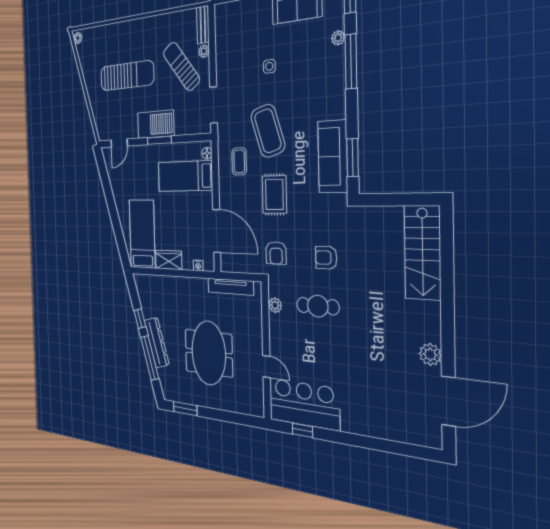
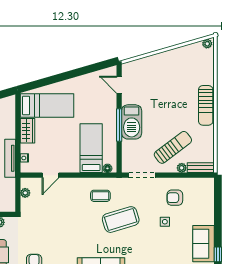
sun lounger: (127, 76) -> (206, 105), moved, width x0.73, depth x0.75
window: (159, 140) -> (119, 125), width x1.44
rug: (274, 195) -> (77, 224), removed
door: (217, 231) -> (50, 175), width x0.53
armchair: (276, 253) -> (175, 198), moved
plant: (238, 266) -> (25, 193), added
tv unit: (231, 287) -> (10, 158), moved

